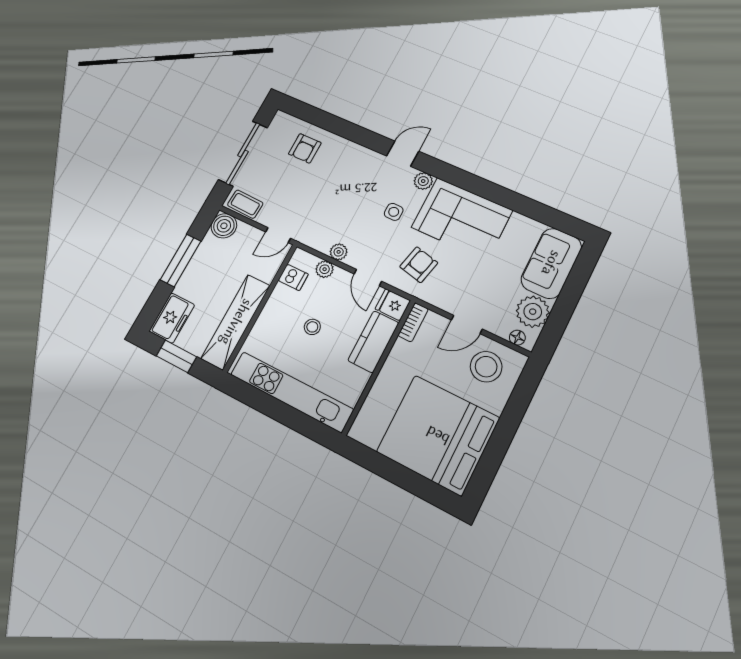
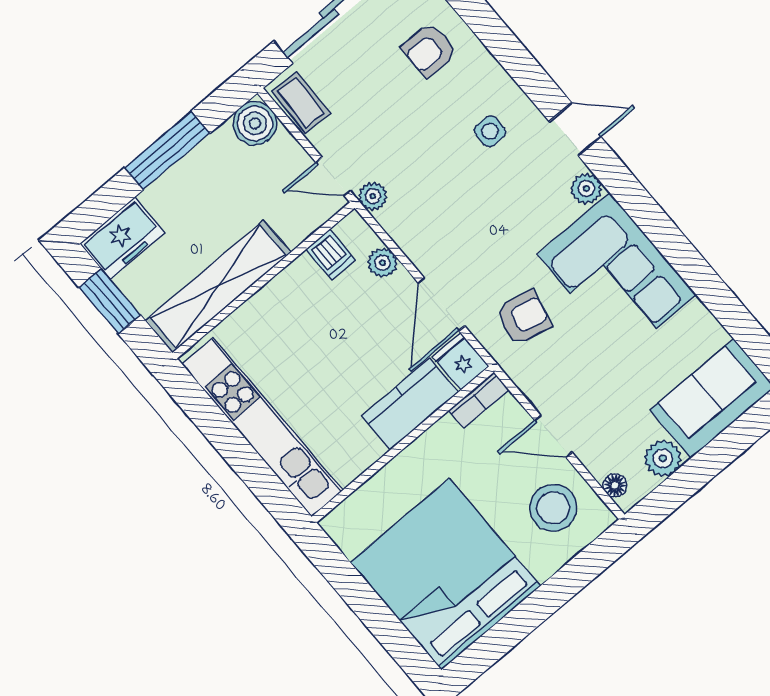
side table: (394, 212) -> (490, 131), moved
plant: (339, 252) -> (373, 196), moved
door: (368, 278) -> (441, 304), width x1.38
plant: (533, 312) -> (663, 458), width x0.73, depth x0.73
stool: (312, 327) -> (330, 344), removed

